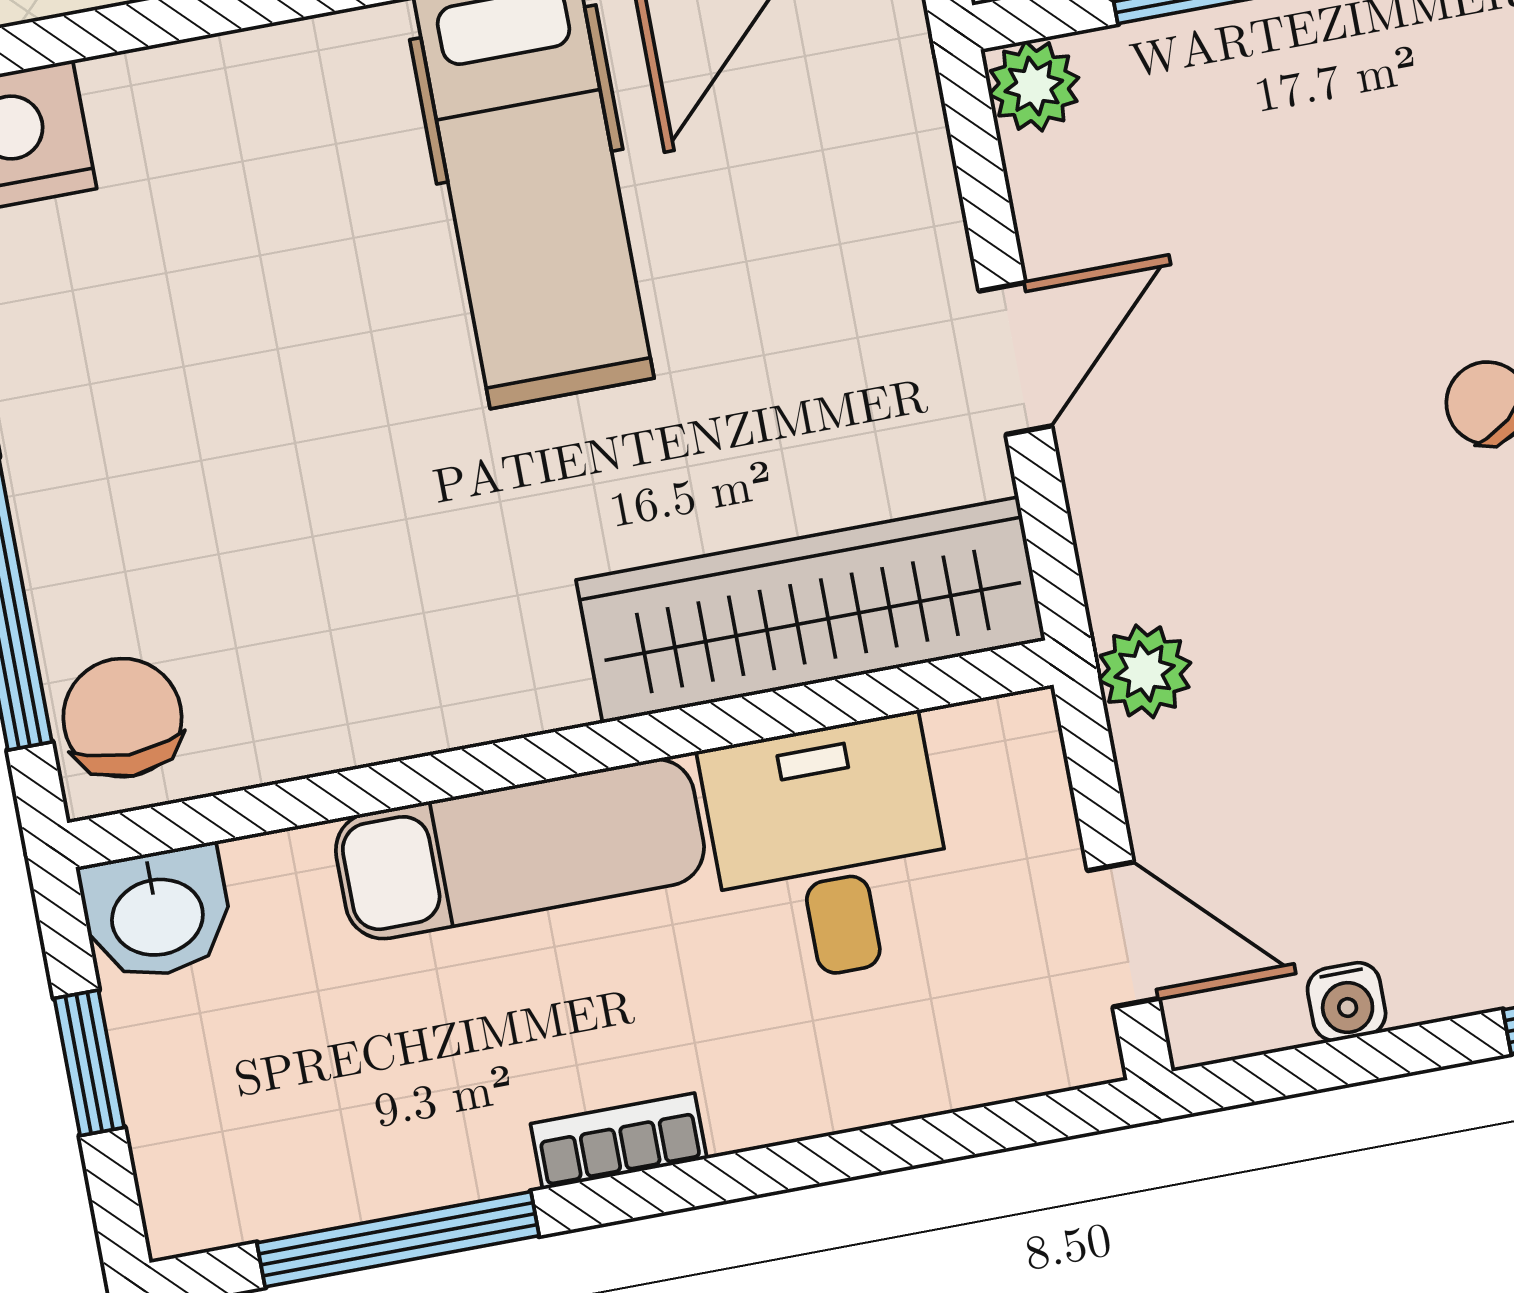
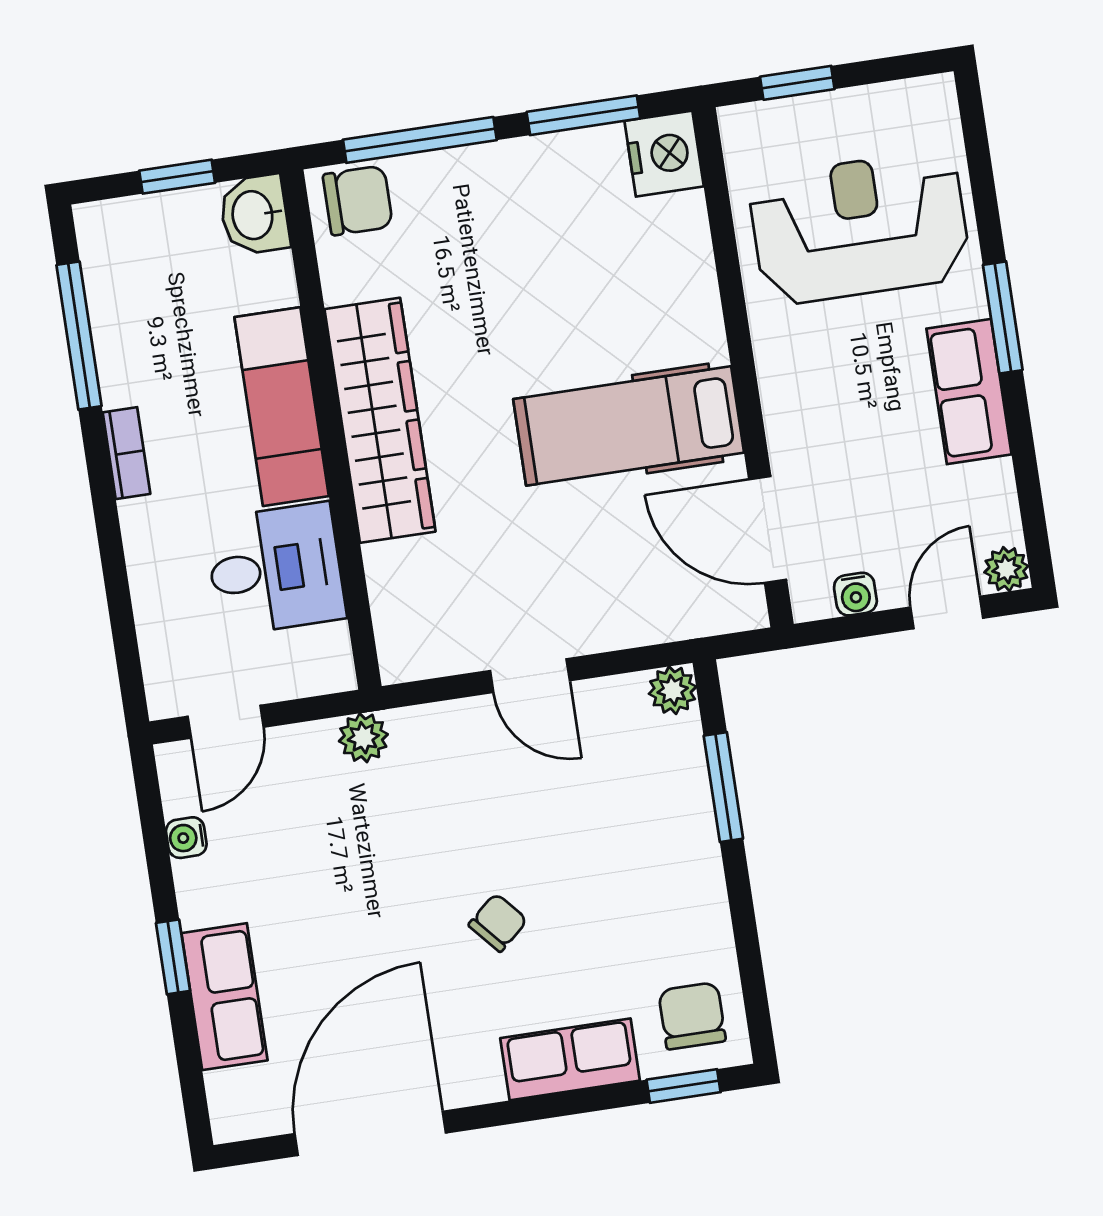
wardrobe: (811, 610) -> (380, 420), moved

